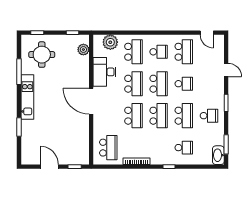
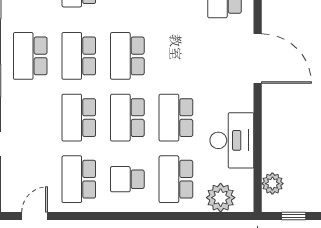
door: (207, 33) -> (35, 216), hinge flipped
school desk: (184, 84) -> (79, 118), width x1.85
door: (91, 101) -> (258, 59), moved
school desk: (133, 116) -> (176, 56), removed
school desk: (209, 116) -> (30, 56), width x1.85

